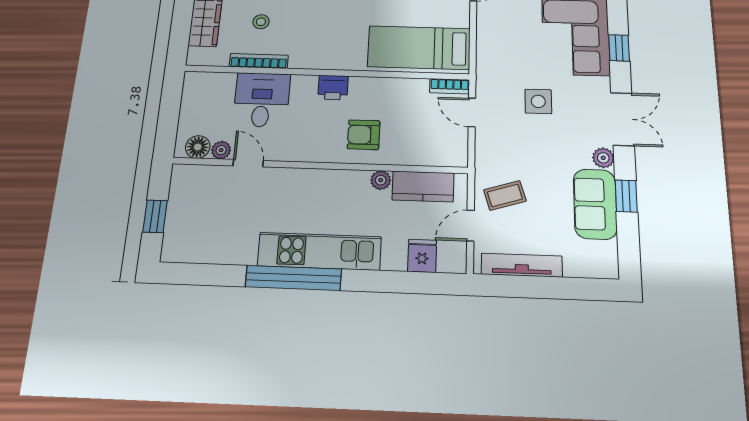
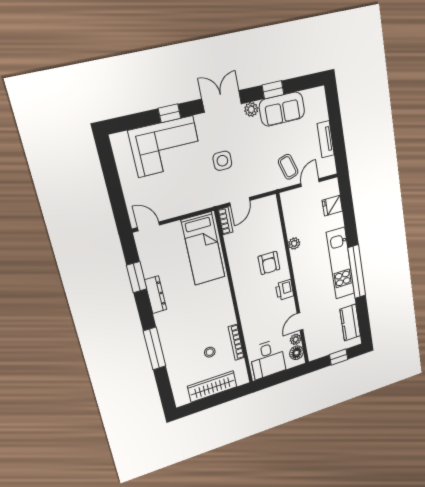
printer: (333, 88) -> (285, 290), moved, turned 180
desk: (262, 100) -> (268, 359), moved, turned -90
kitchen counter: (423, 186) -> (350, 323), moved, turned 180
door: (470, 226) -> (310, 183), swing flipped
tv unit: (522, 265) -> (326, 139), width x0.71

